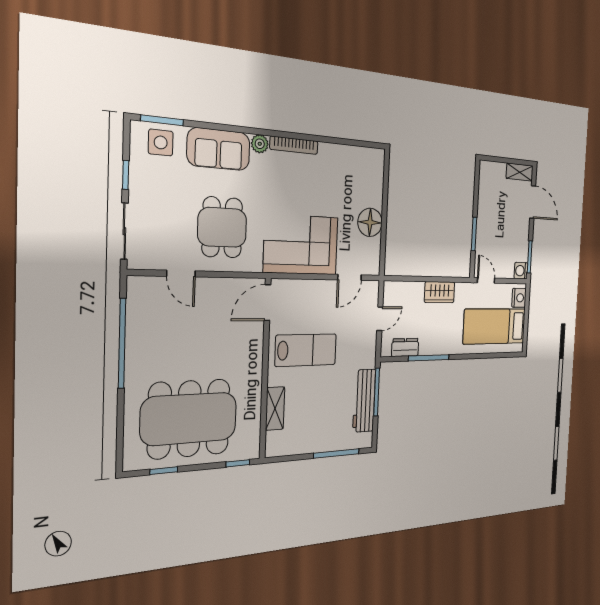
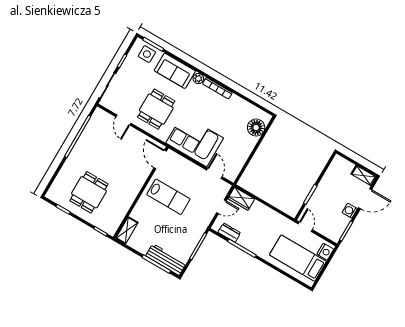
door: (533, 202) -> (365, 199), hinge flipped
floor lamp: (370, 222) -> (256, 128), moved
washing machine: (521, 271) -> (350, 211), moved
door: (350, 277) -> (214, 173), swing flipped
wardrobe: (440, 292) -> (241, 199), moved
door: (267, 303) -> (160, 160), hinge flipped
workbench: (364, 401) -> (166, 260), moved, turned 90
shelving: (275, 409) -> (127, 230), moved
dining table: (189, 419) -> (89, 192), width x0.53, depth x0.80

